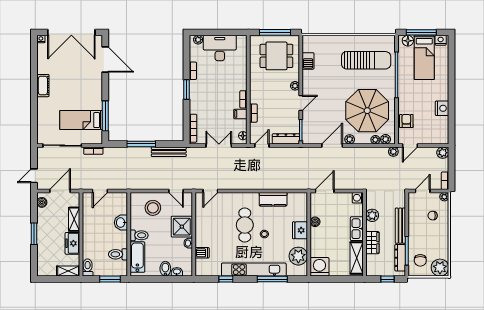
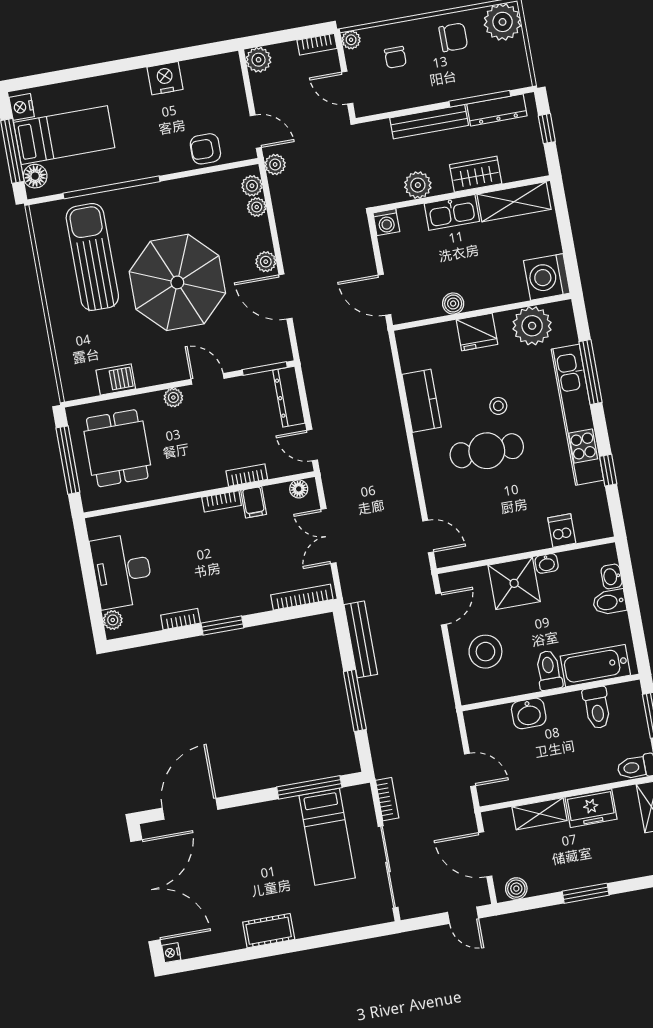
parasol: (367, 111) -> (177, 282), moved
chair: (420, 260) -> (453, 37), moved

